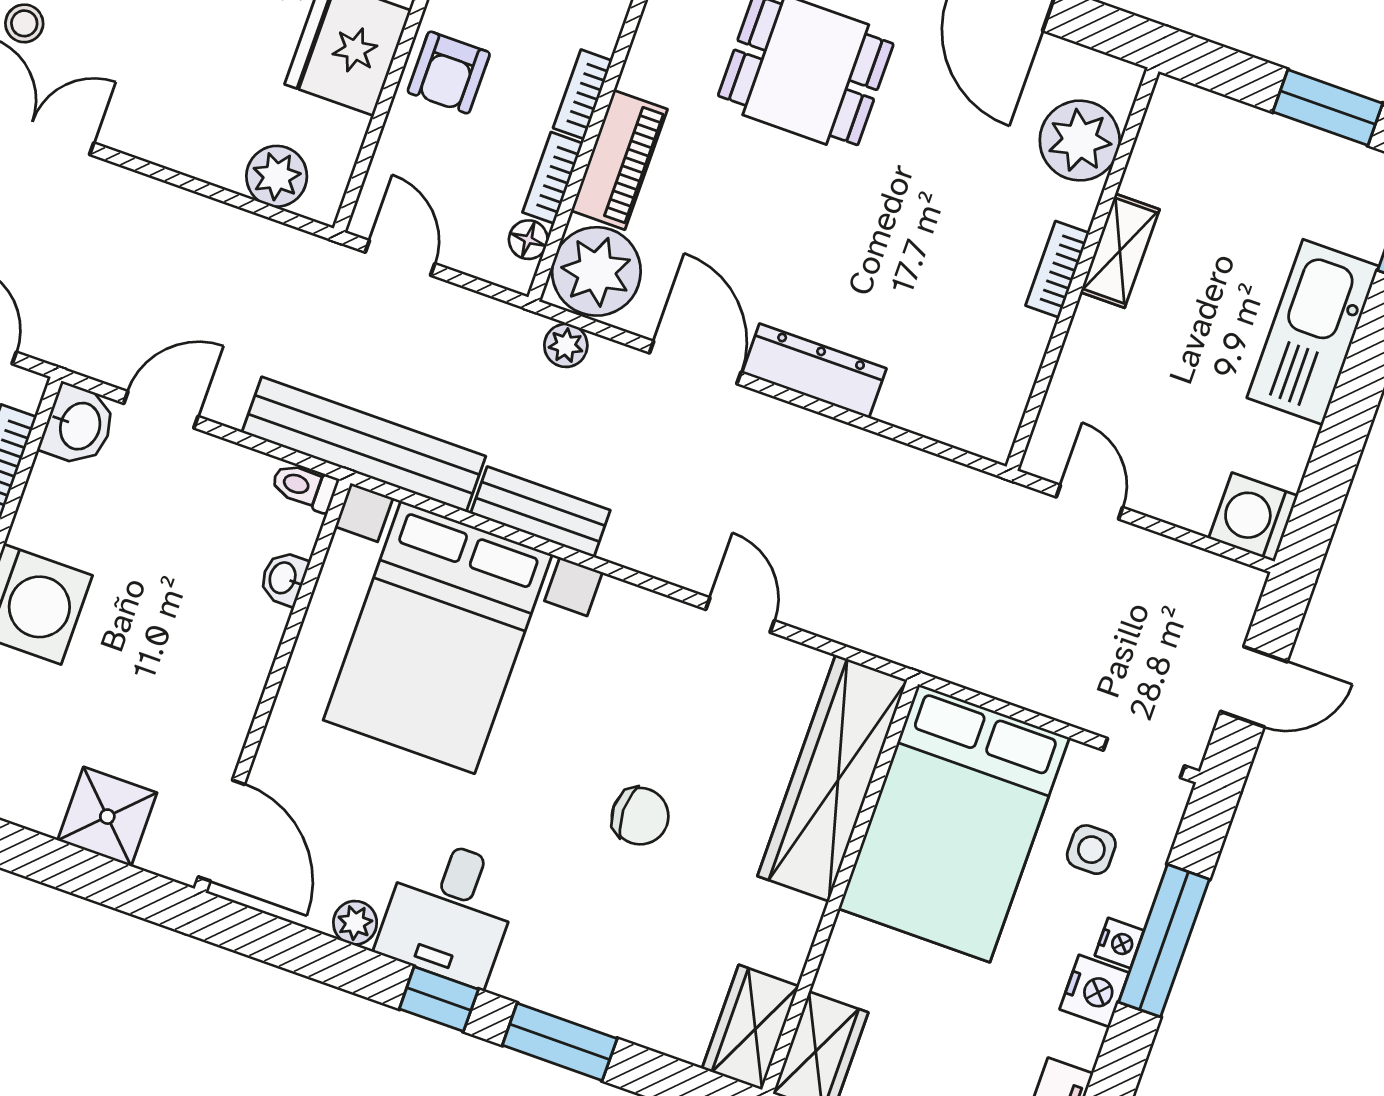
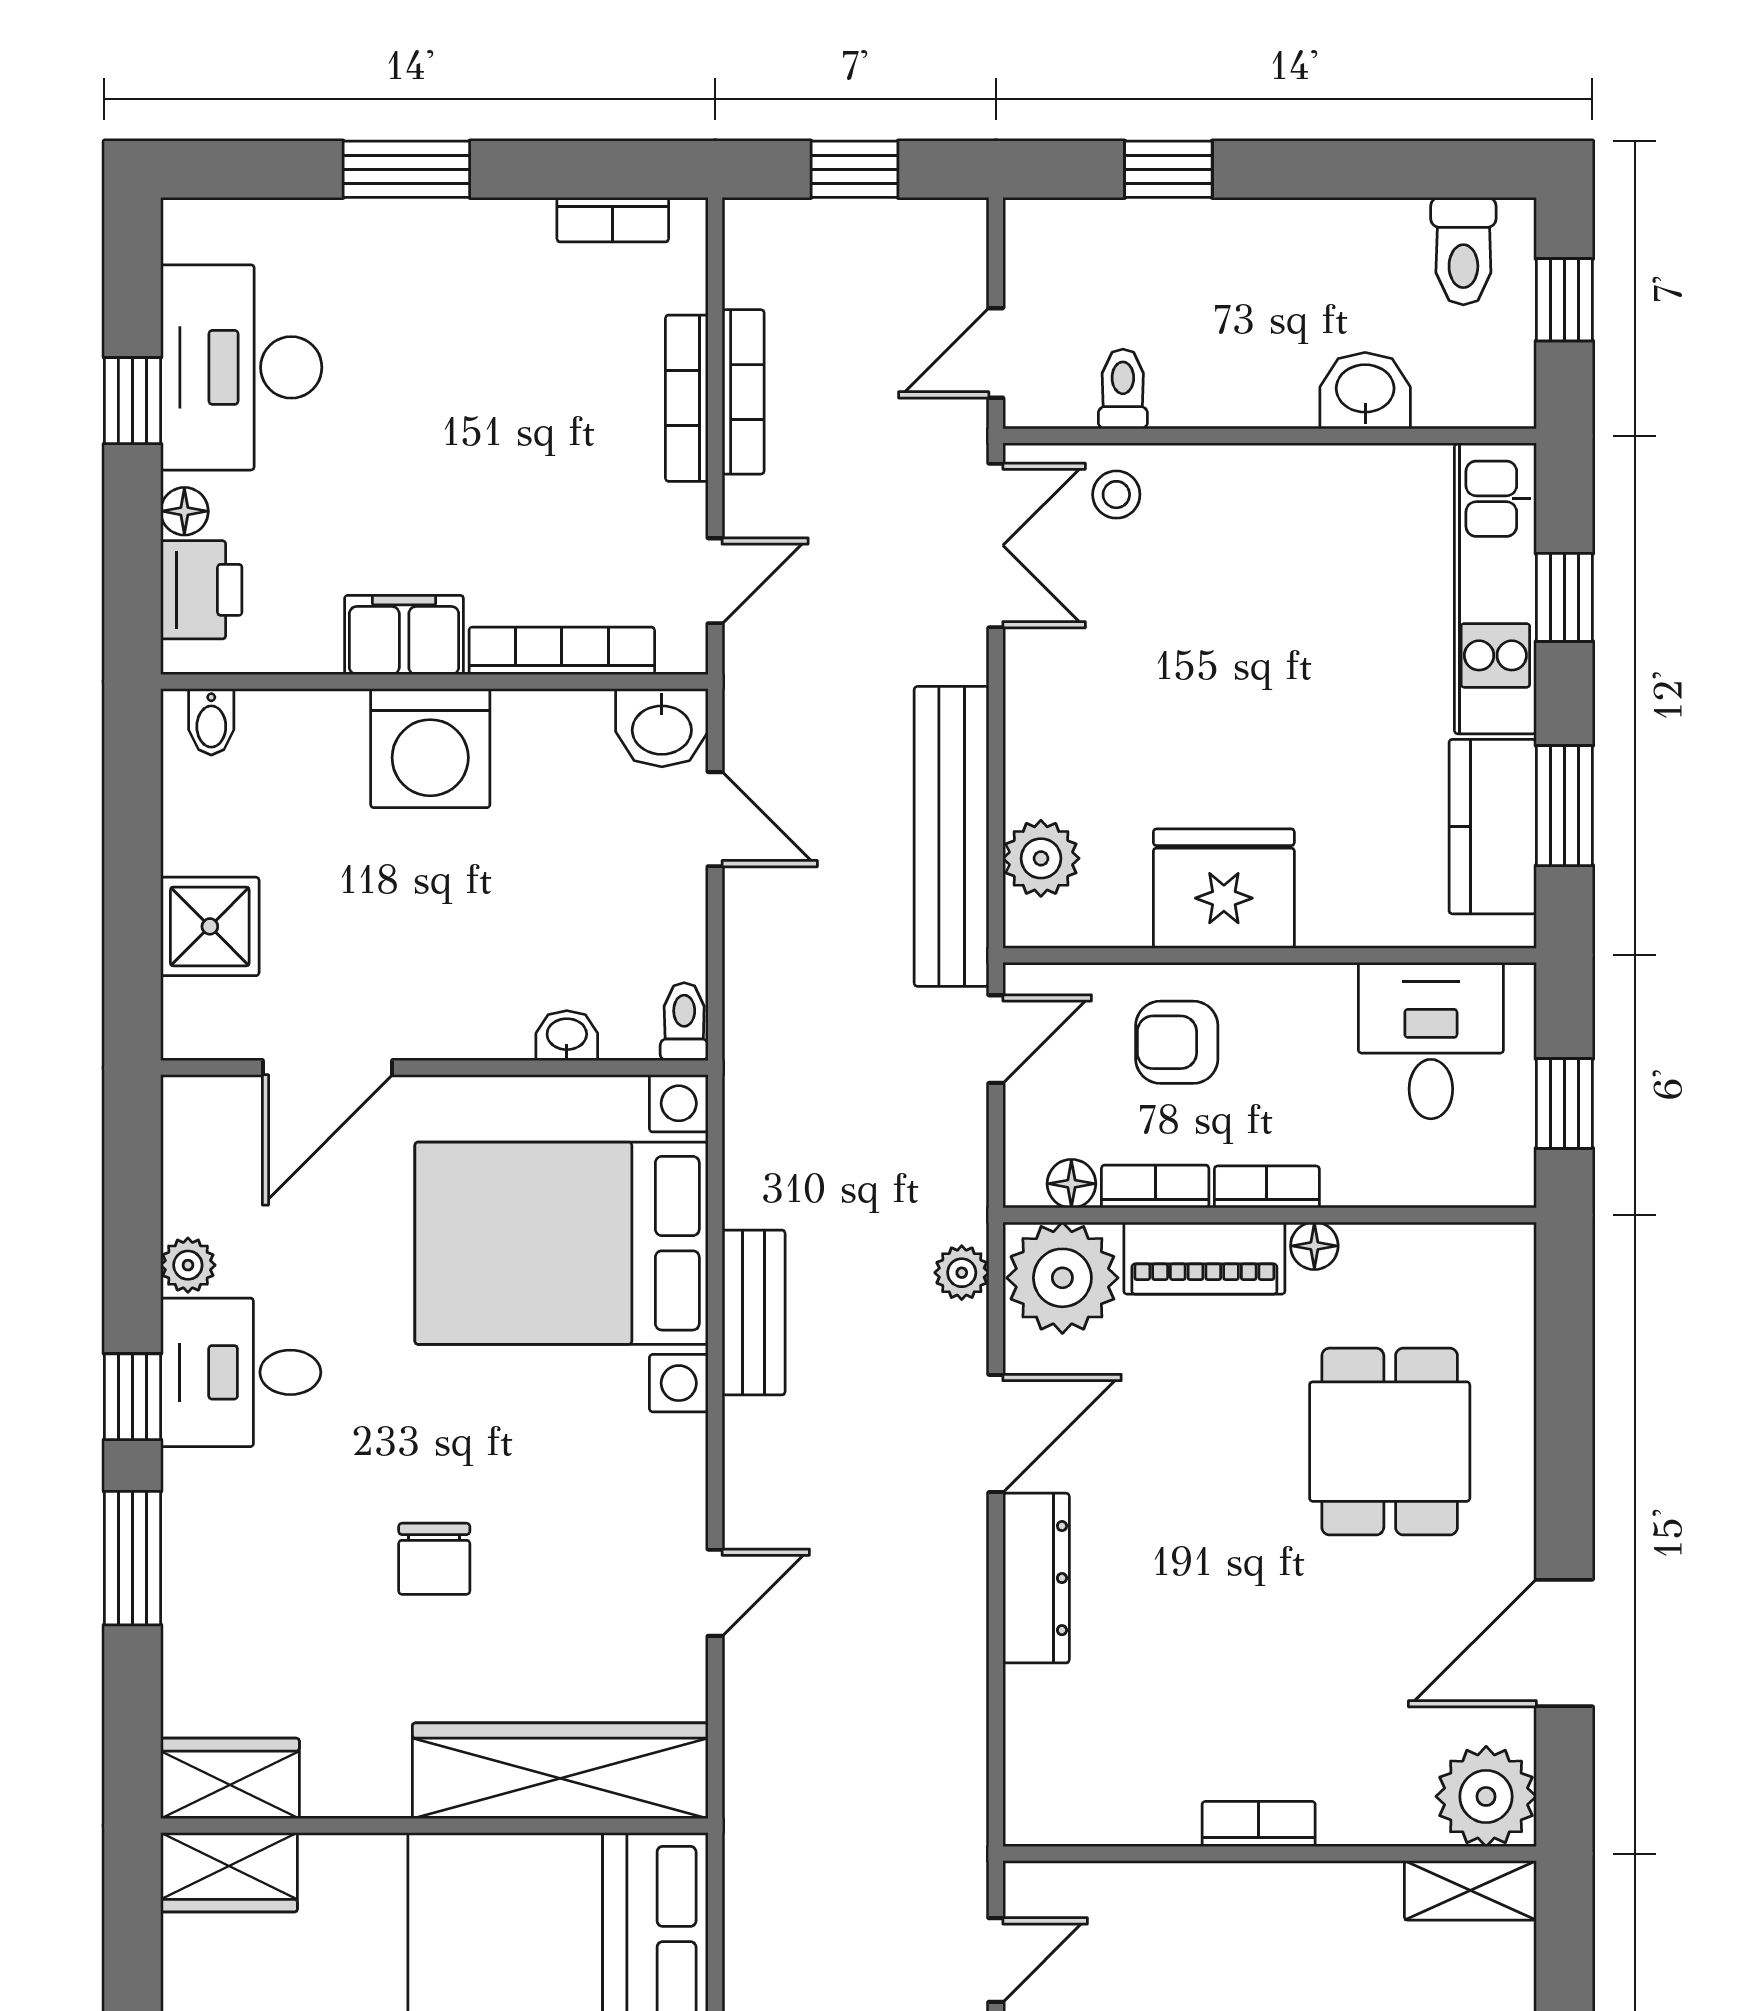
armchair: (449, 72) -> (1177, 1042), moved
floor lamp: (639, 74) -> (1314, 1246), added
plant: (1080, 141) -> (1486, 1796), moved
shelving: (1120, 251) -> (1470, 1890), moved
bench: (364, 444) -> (952, 836), moved
door: (221, 831) -> (327, 1068), moved

